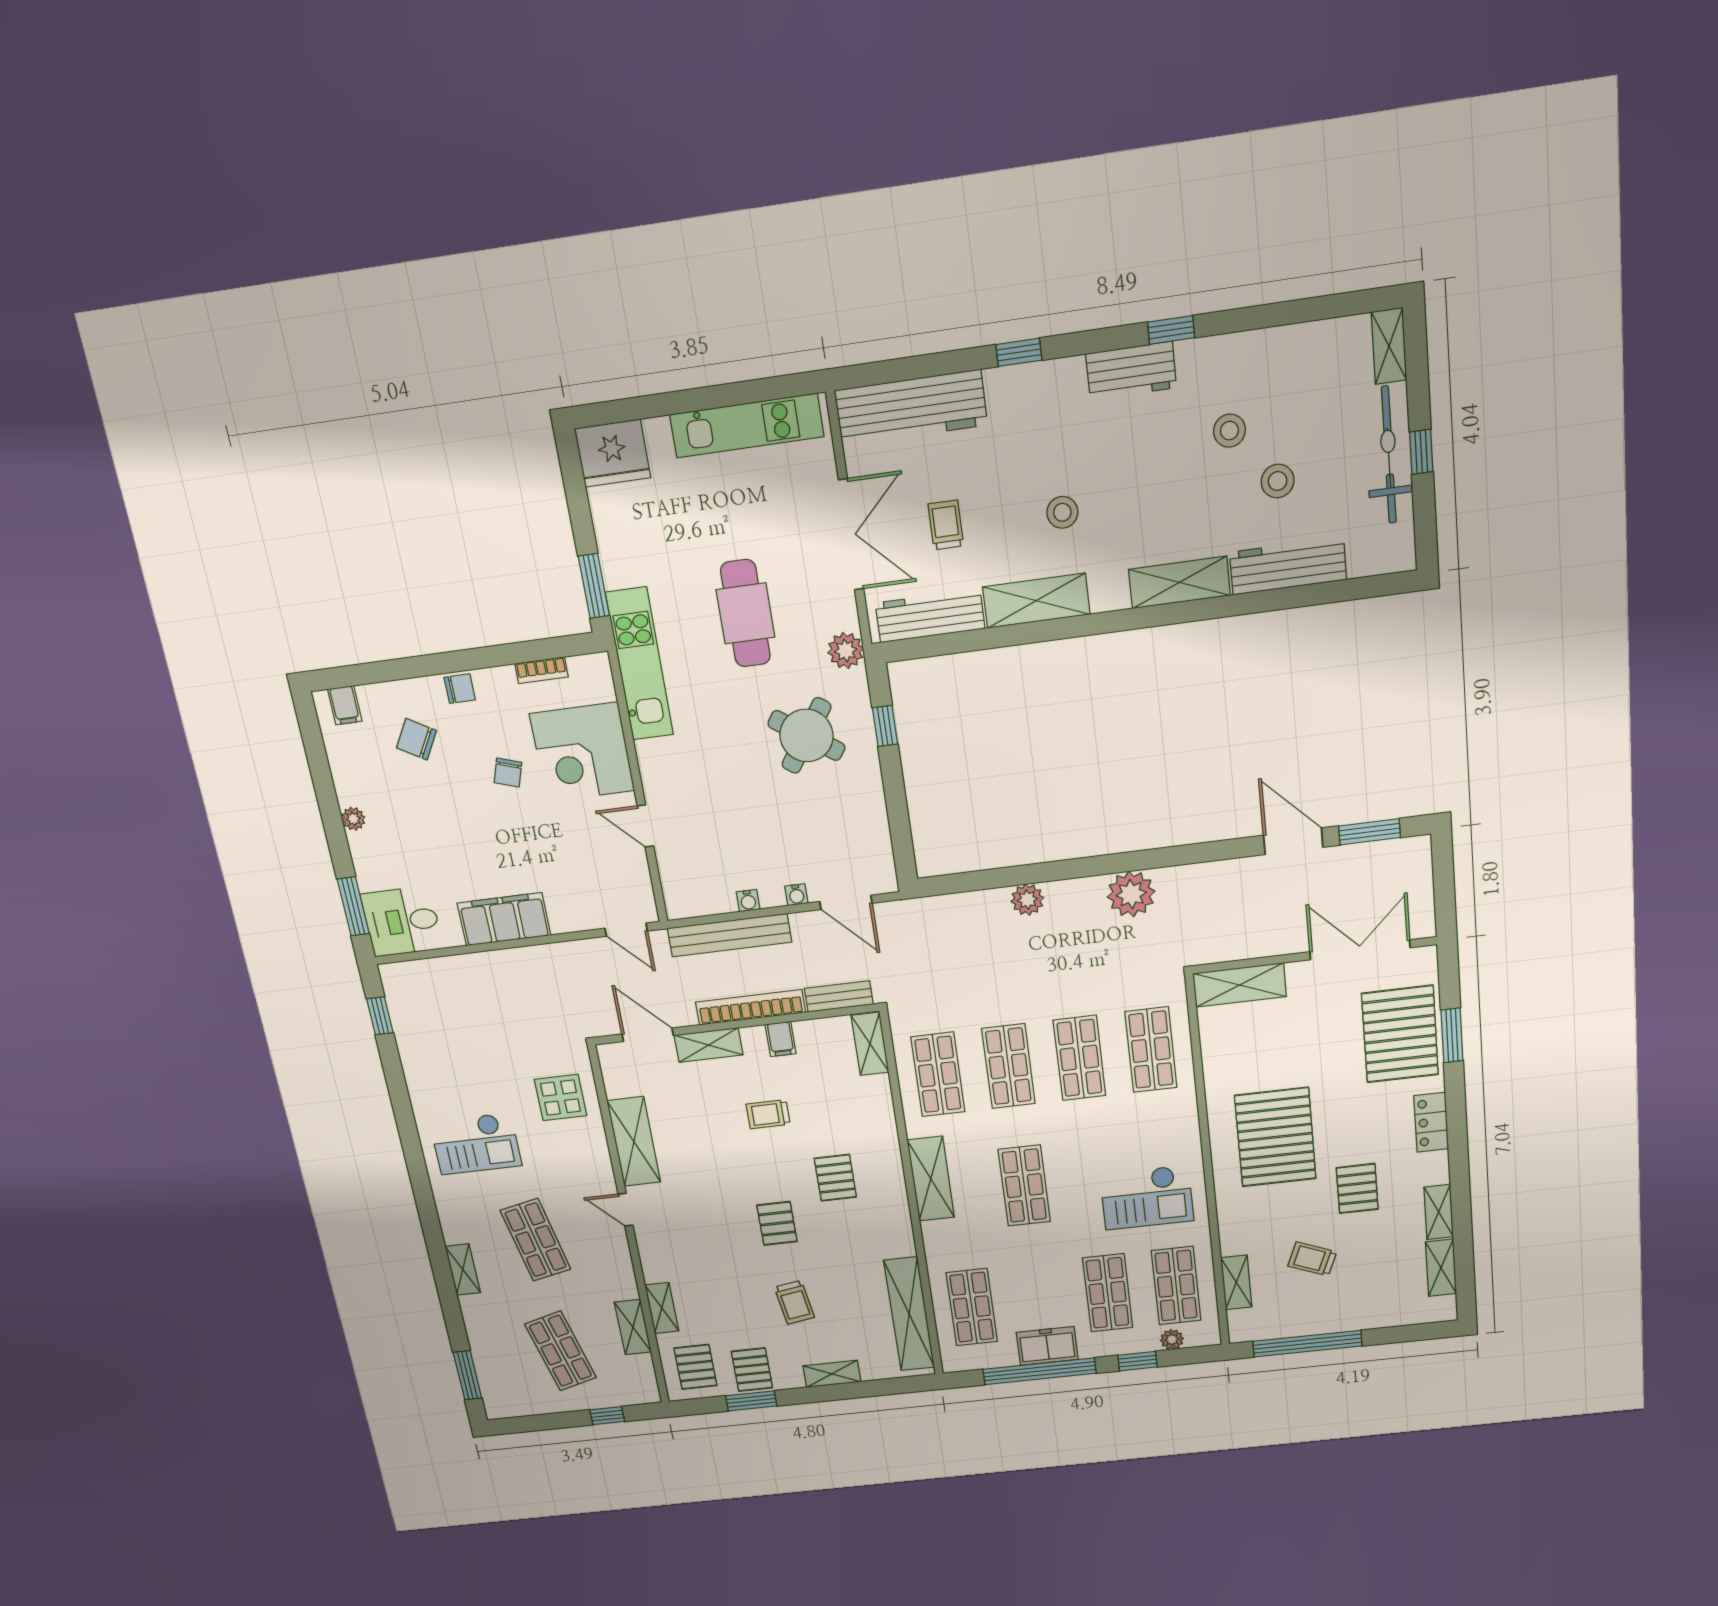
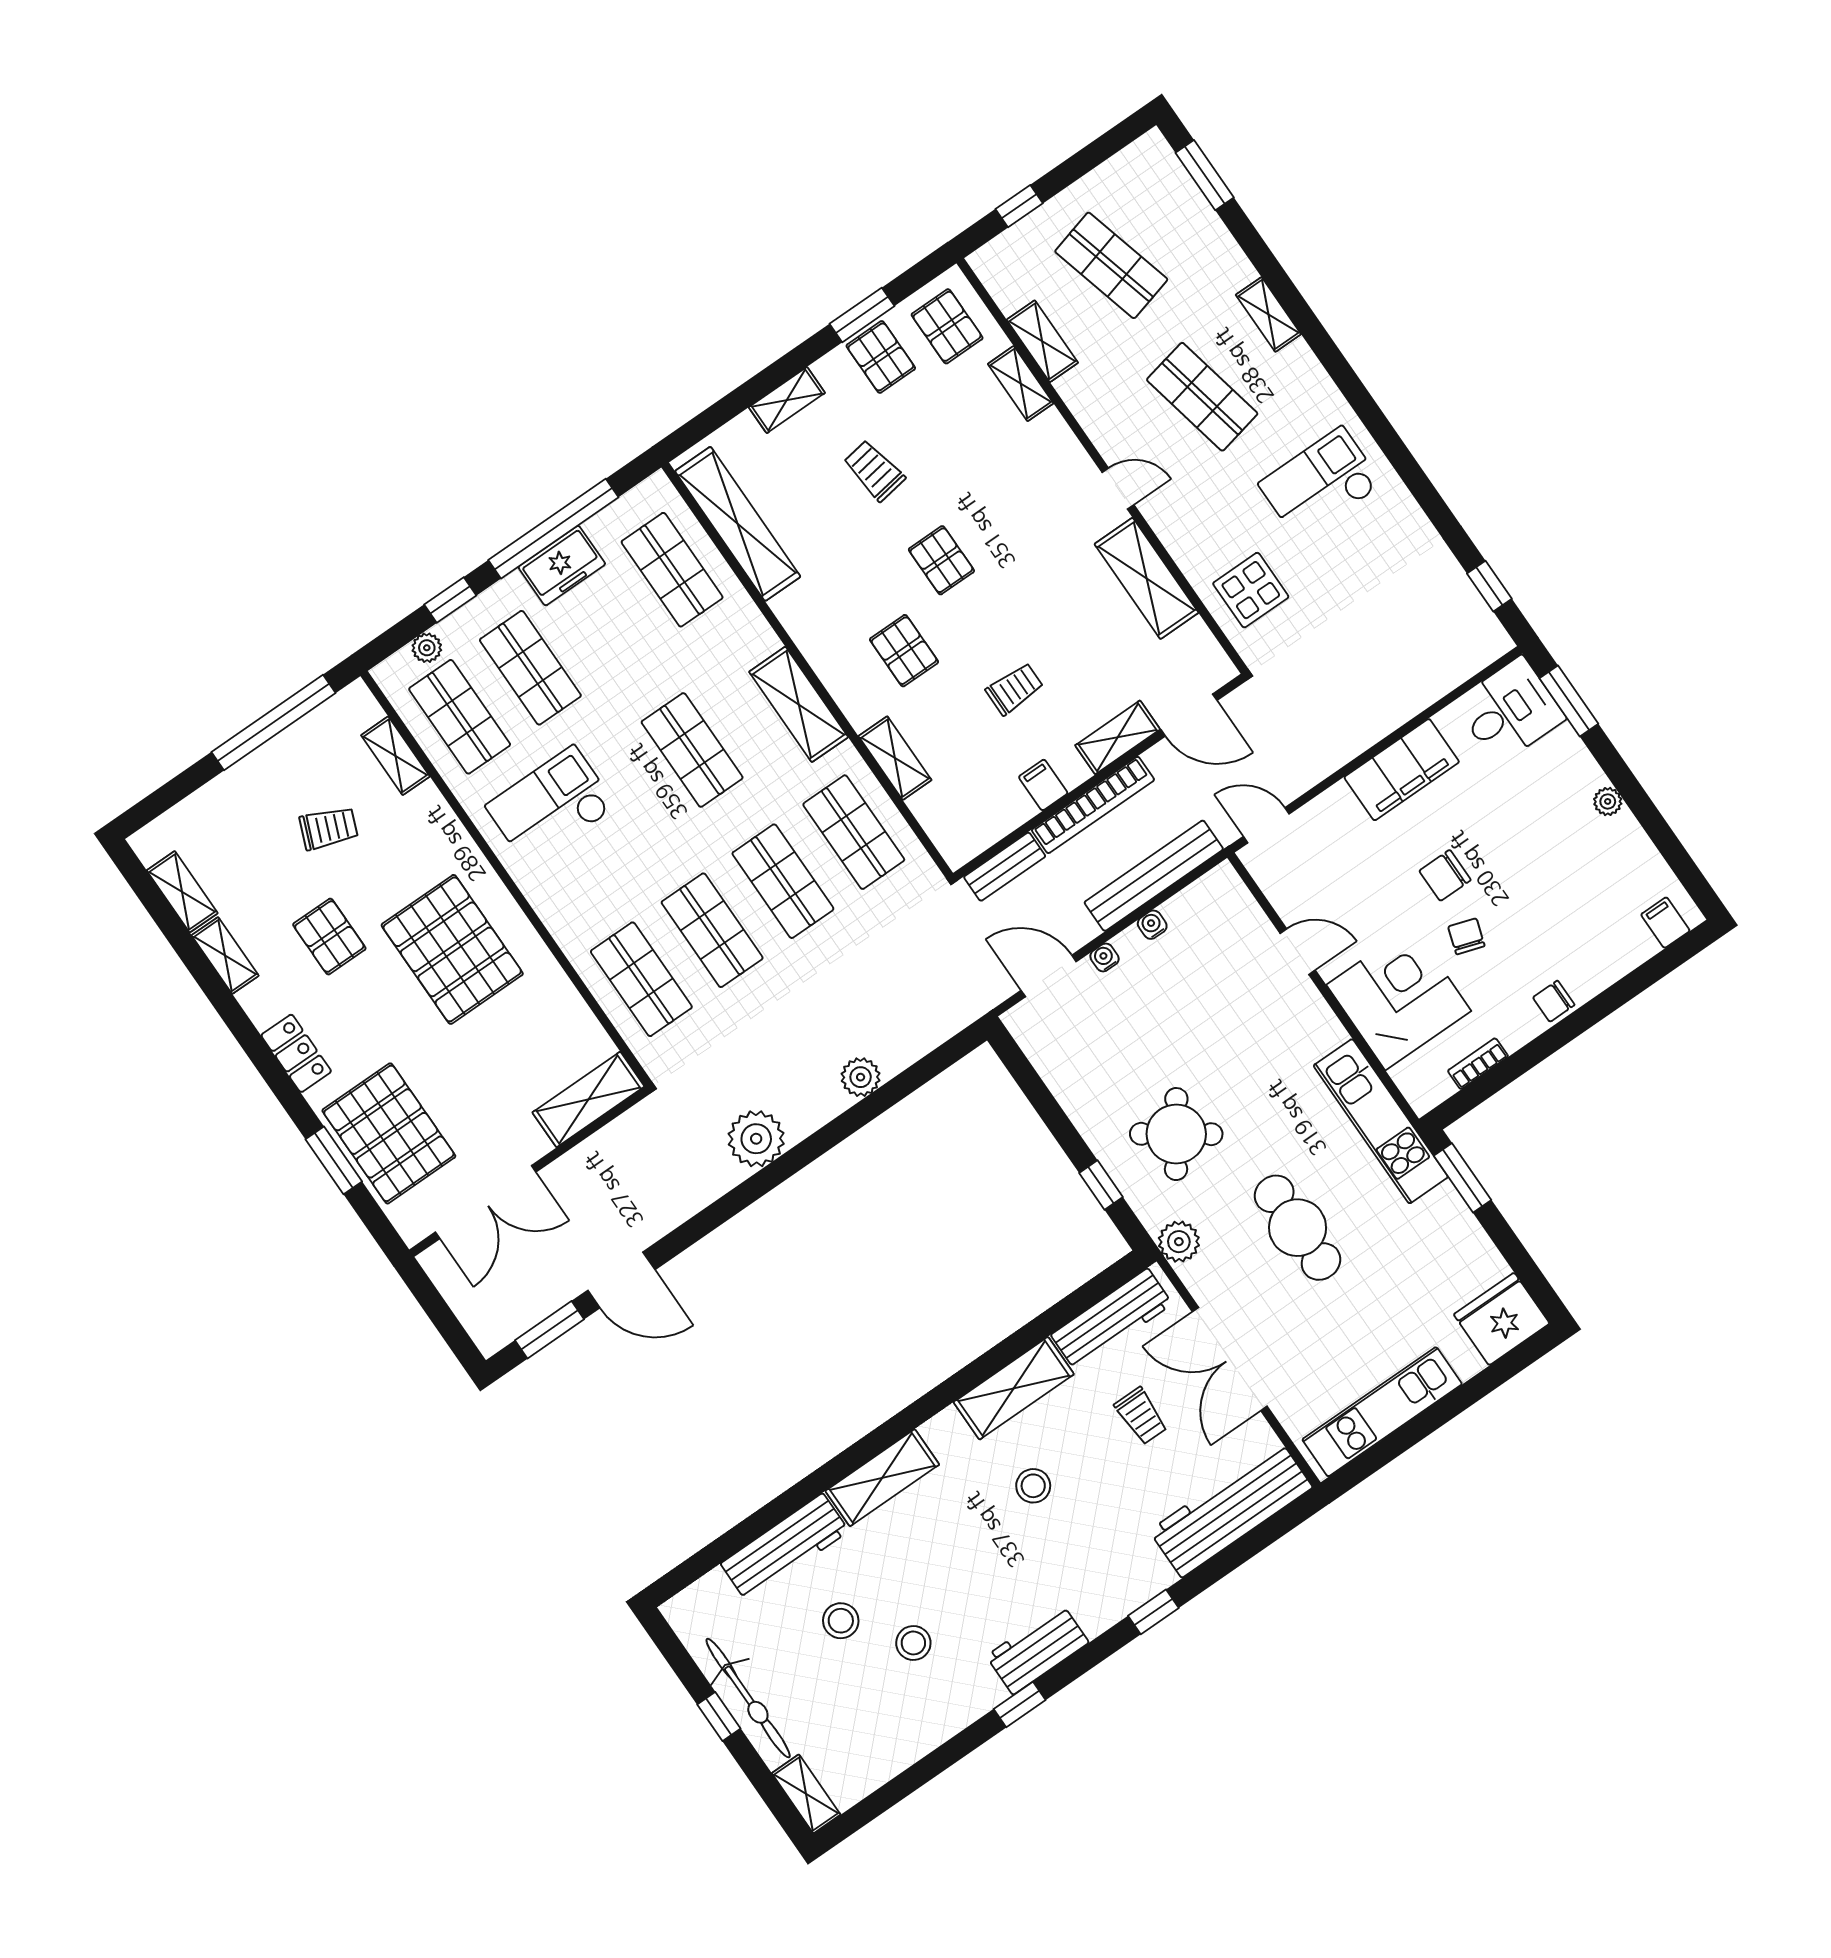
chair: (416, 739) -> (1445, 875), moved, turned 150
shelving: (870, 1044) -> (895, 758), moved

